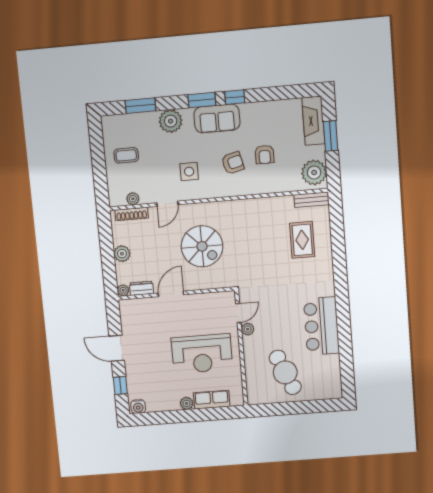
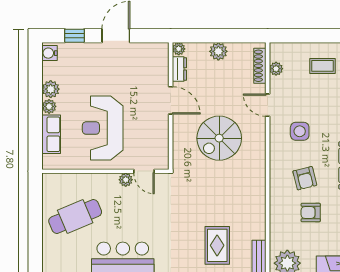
coffee table: (126, 155) -> (322, 66), turned 90
rug: (302, 240) -> (217, 245), turned 90
plant: (171, 403) -> (51, 89), added

